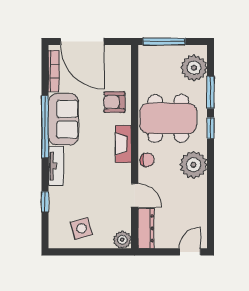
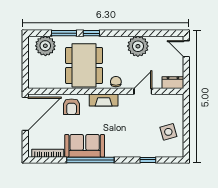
door: (82, 42) -> (25, 114), moved
window: (164, 42) -> (25, 69), removed
plant: (193, 165) -> (138, 46), moved
tv unit: (56, 166) -> (121, 152), removed
dresser: (146, 228) -> (173, 83), width x0.70
plant: (122, 240) -> (177, 101), removed

